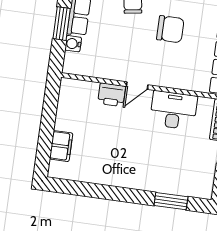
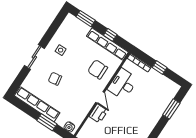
chair: (170, 29) -> (98, 69), moved, turned -90
water cooler: (73, 44) -> (69, 127), moved

